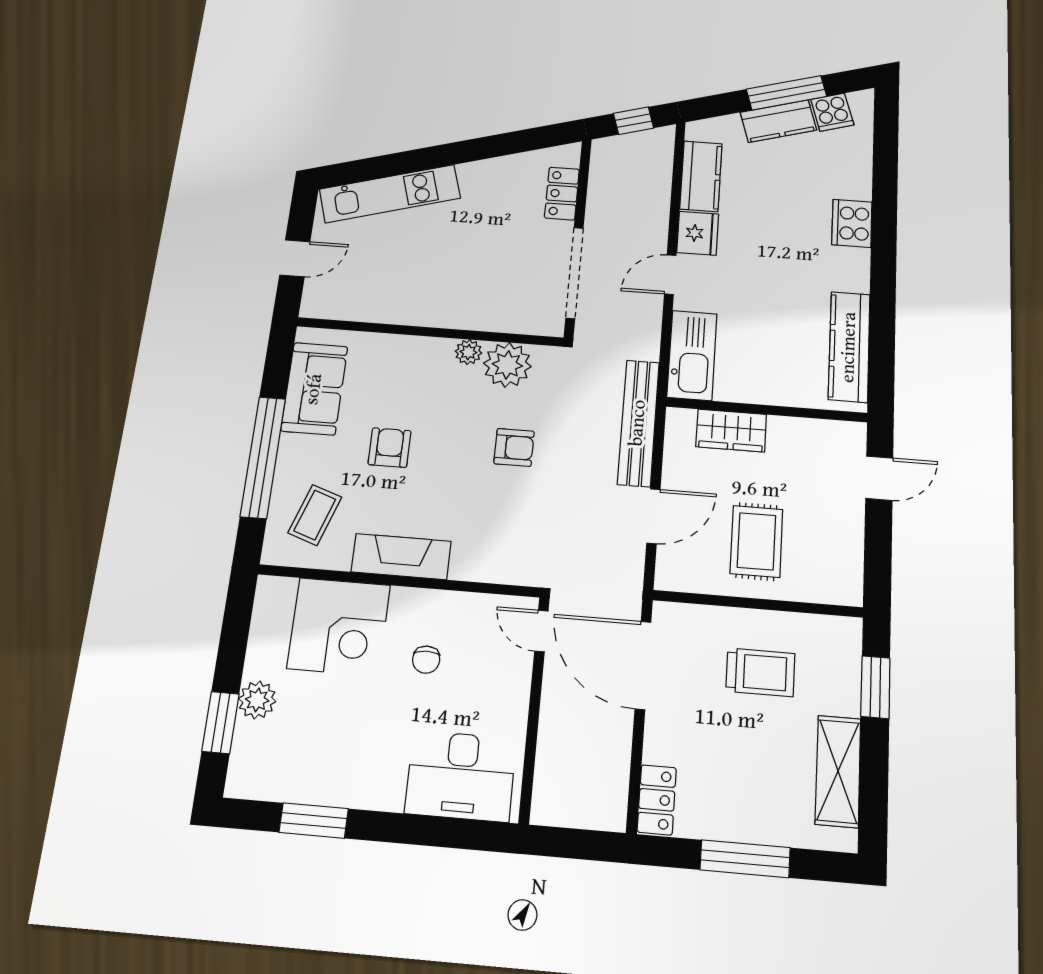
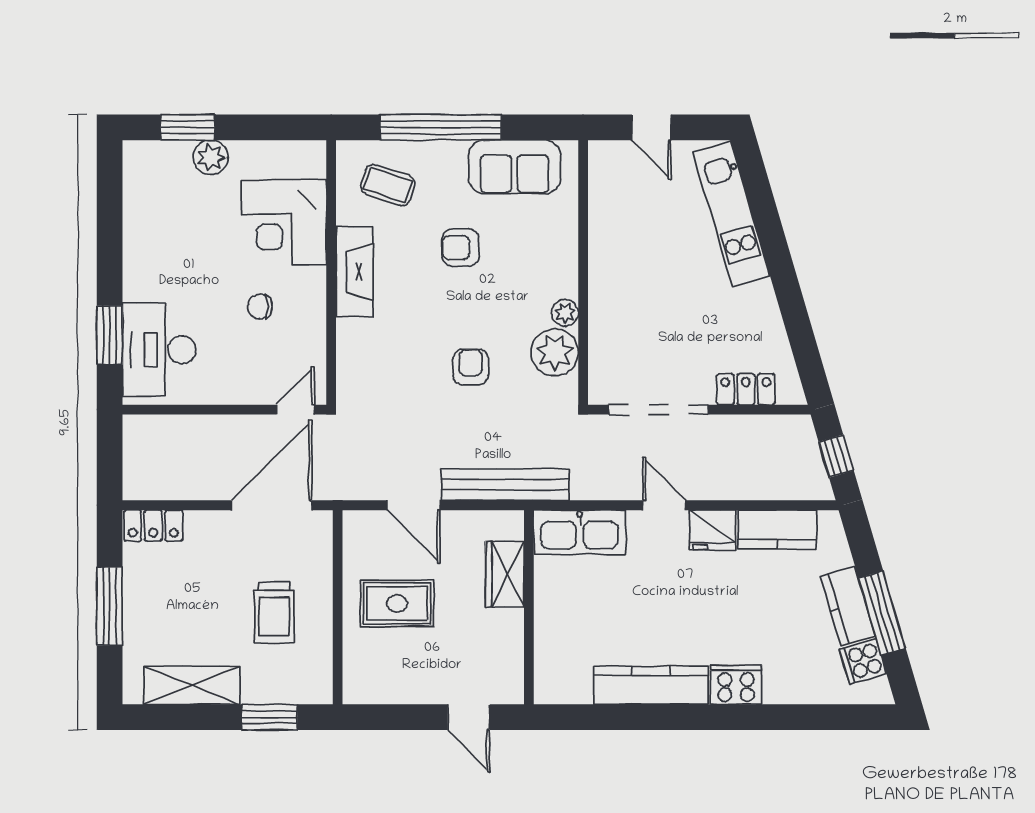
kitchen counter: (849, 347) -> (651, 685), moved
armchair: (514, 447) -> (471, 367), turned 180
armchair: (390, 448) -> (460, 248), turned 180
window: (314, 821) -> (110, 335), moved

